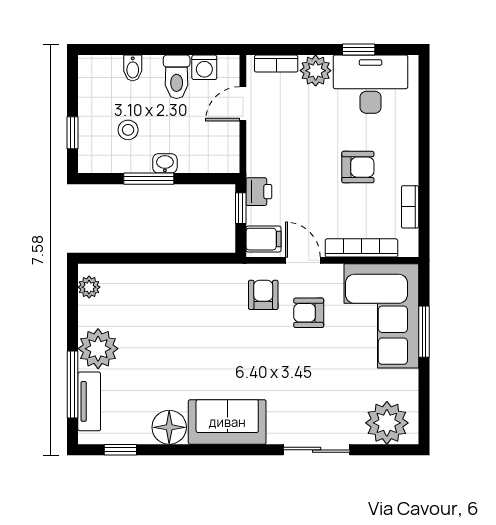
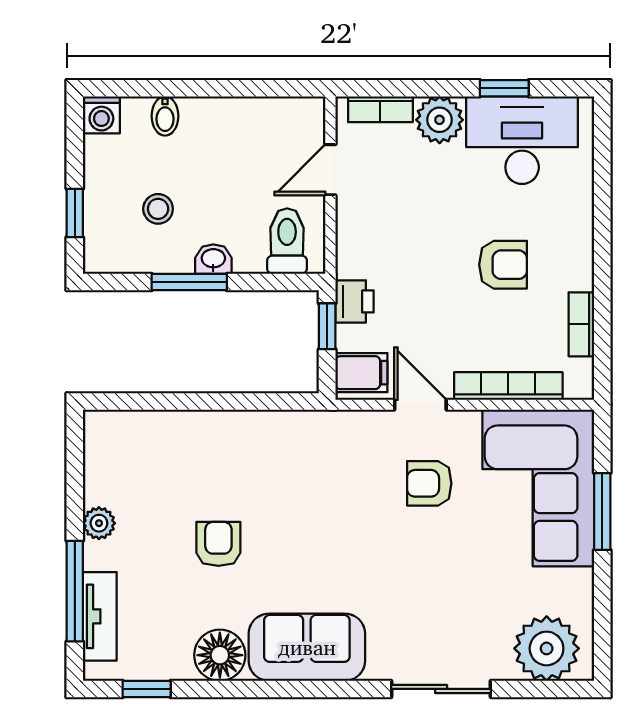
washing machine: (204, 67) -> (101, 115), moved
toilet: (177, 77) -> (287, 241), moved, turned 180
plant: (89, 287) -> (100, 445), removed
armchair: (263, 295) -> (218, 544), moved
plant: (98, 349) -> (99, 523), width x0.53, depth x0.53

